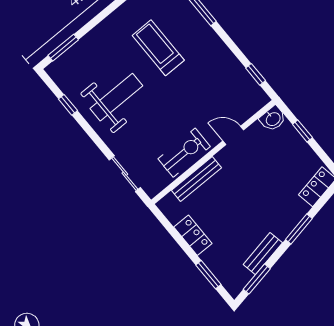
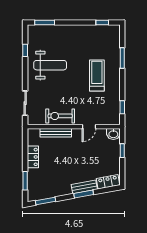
treadmill: (158, 48) -> (97, 76), moved
door: (233, 135) -> (89, 127), swing flipped
exercise bike: (184, 153) -> (60, 116), turned 180
bench: (263, 254) -> (84, 187), moved

